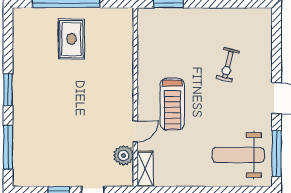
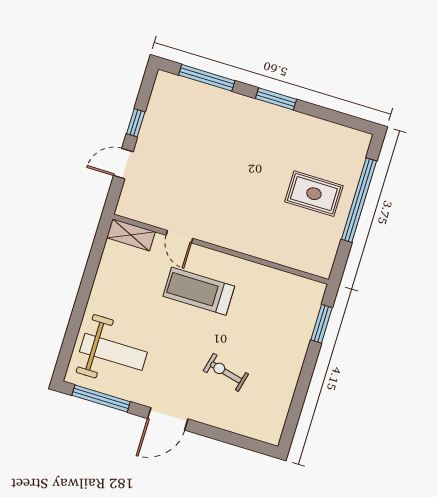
plant: (124, 155) -> (155, 214), removed
weight bench: (238, 155) -> (113, 352), turned 90

